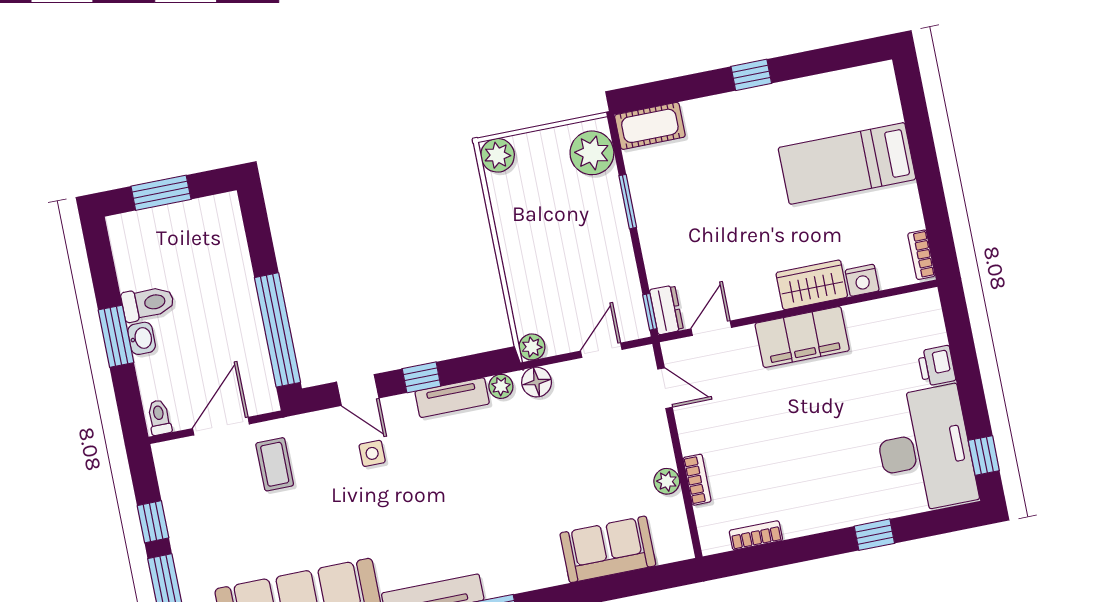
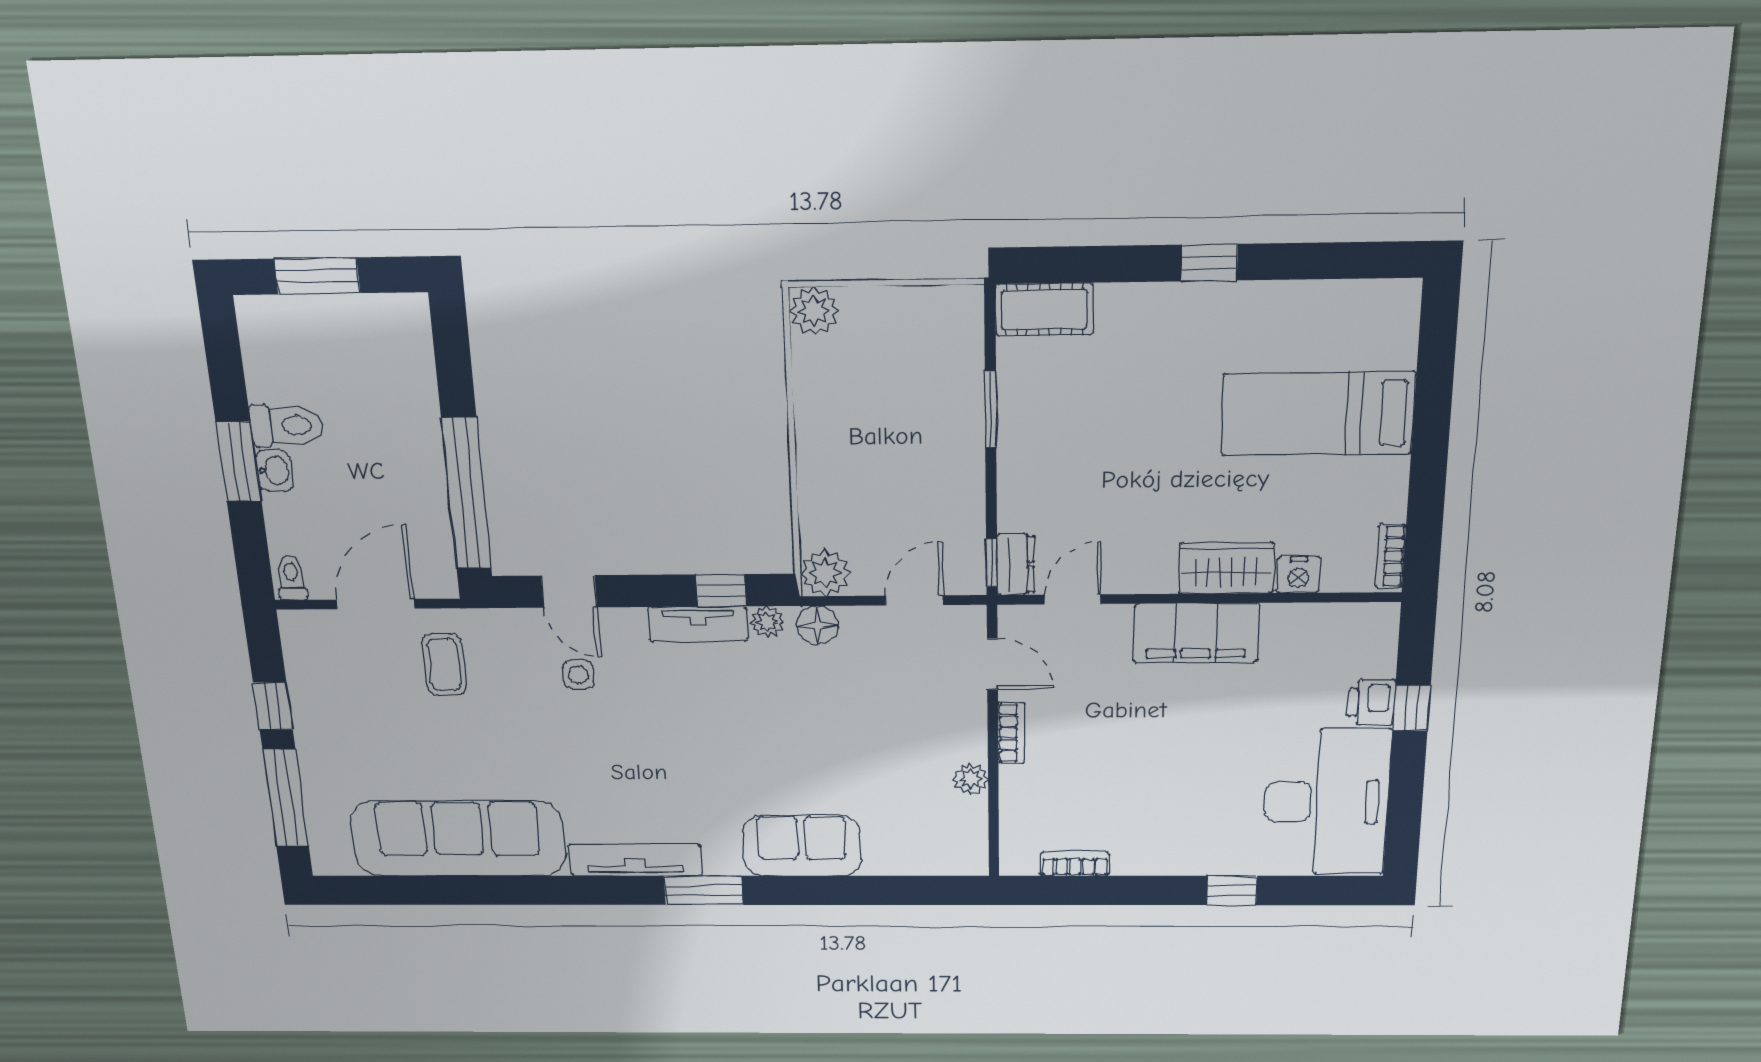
plant: (592, 153) -> (952, 332), removed
plant: (532, 347) -> (825, 573), width x1.38, depth x1.38
window: (421, 377) -> (721, 590), moved
window: (984, 455) -> (1412, 708), moved
bookcase: (697, 480) -> (1012, 733), moved
sofa: (608, 549) -> (802, 846), moved

